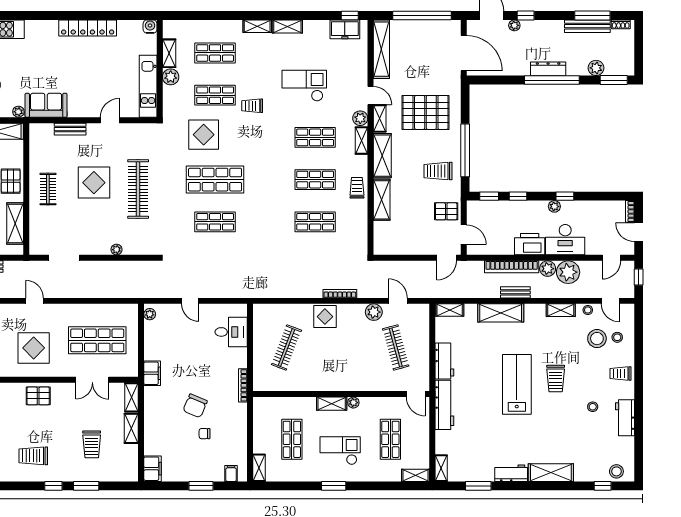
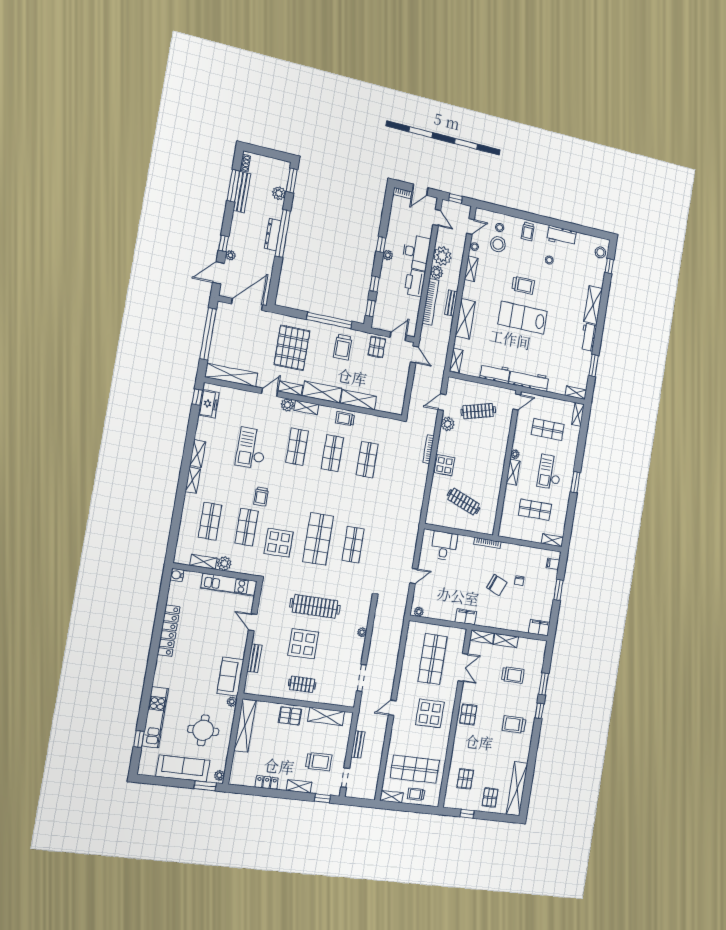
trolley: (33, 456) -> (514, 724), turned 90

